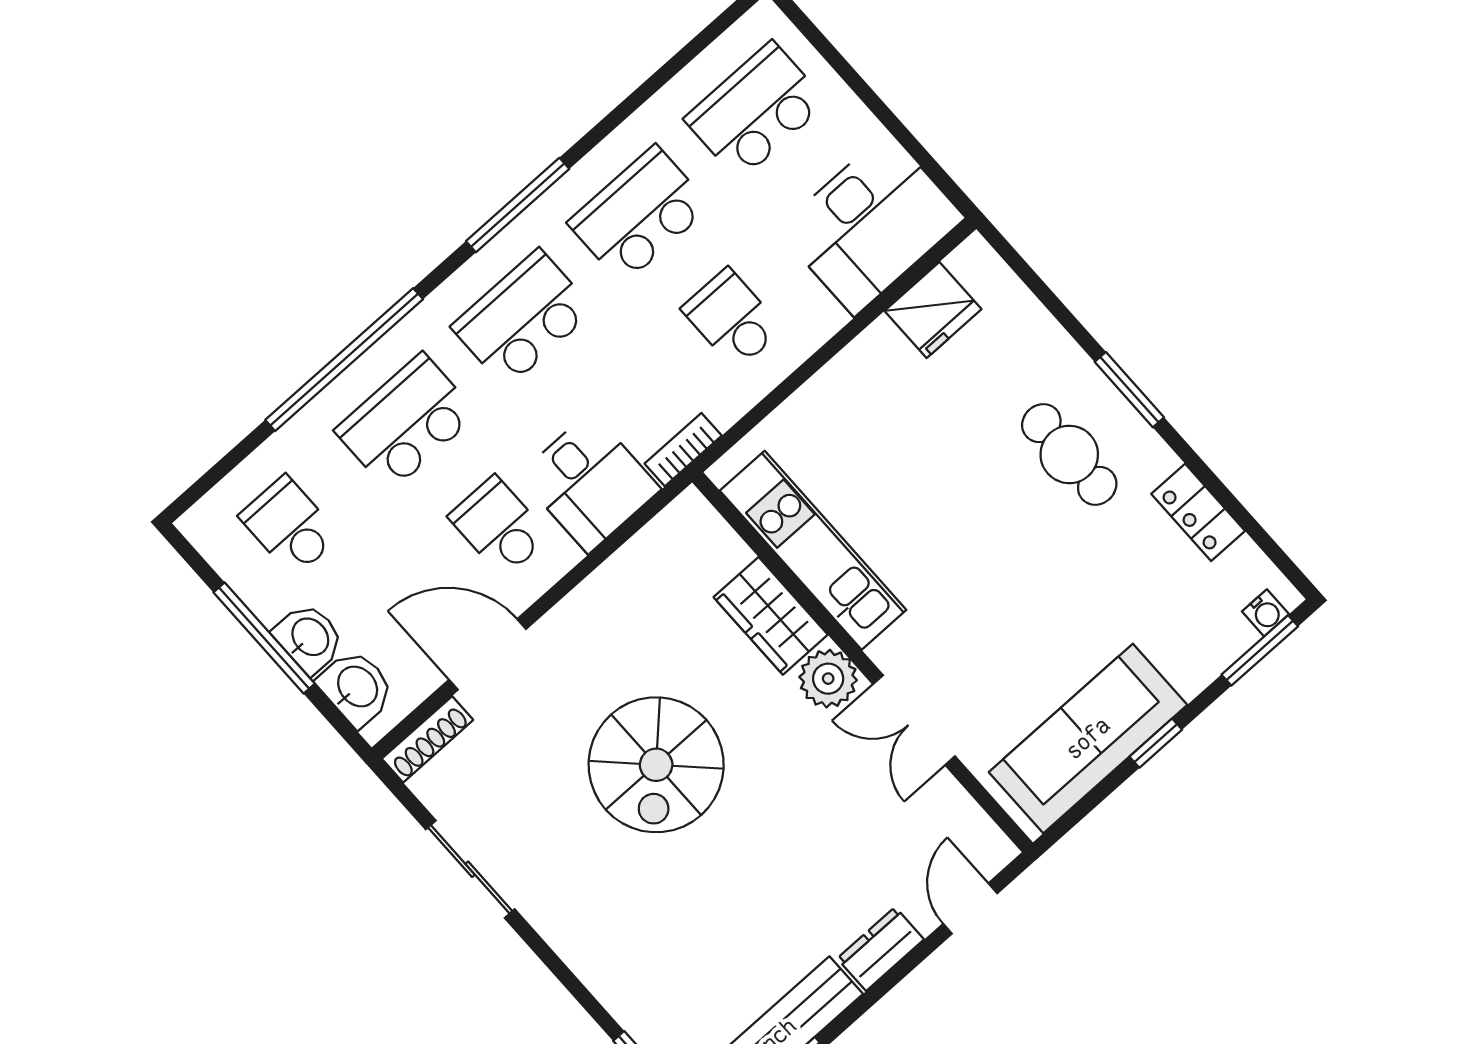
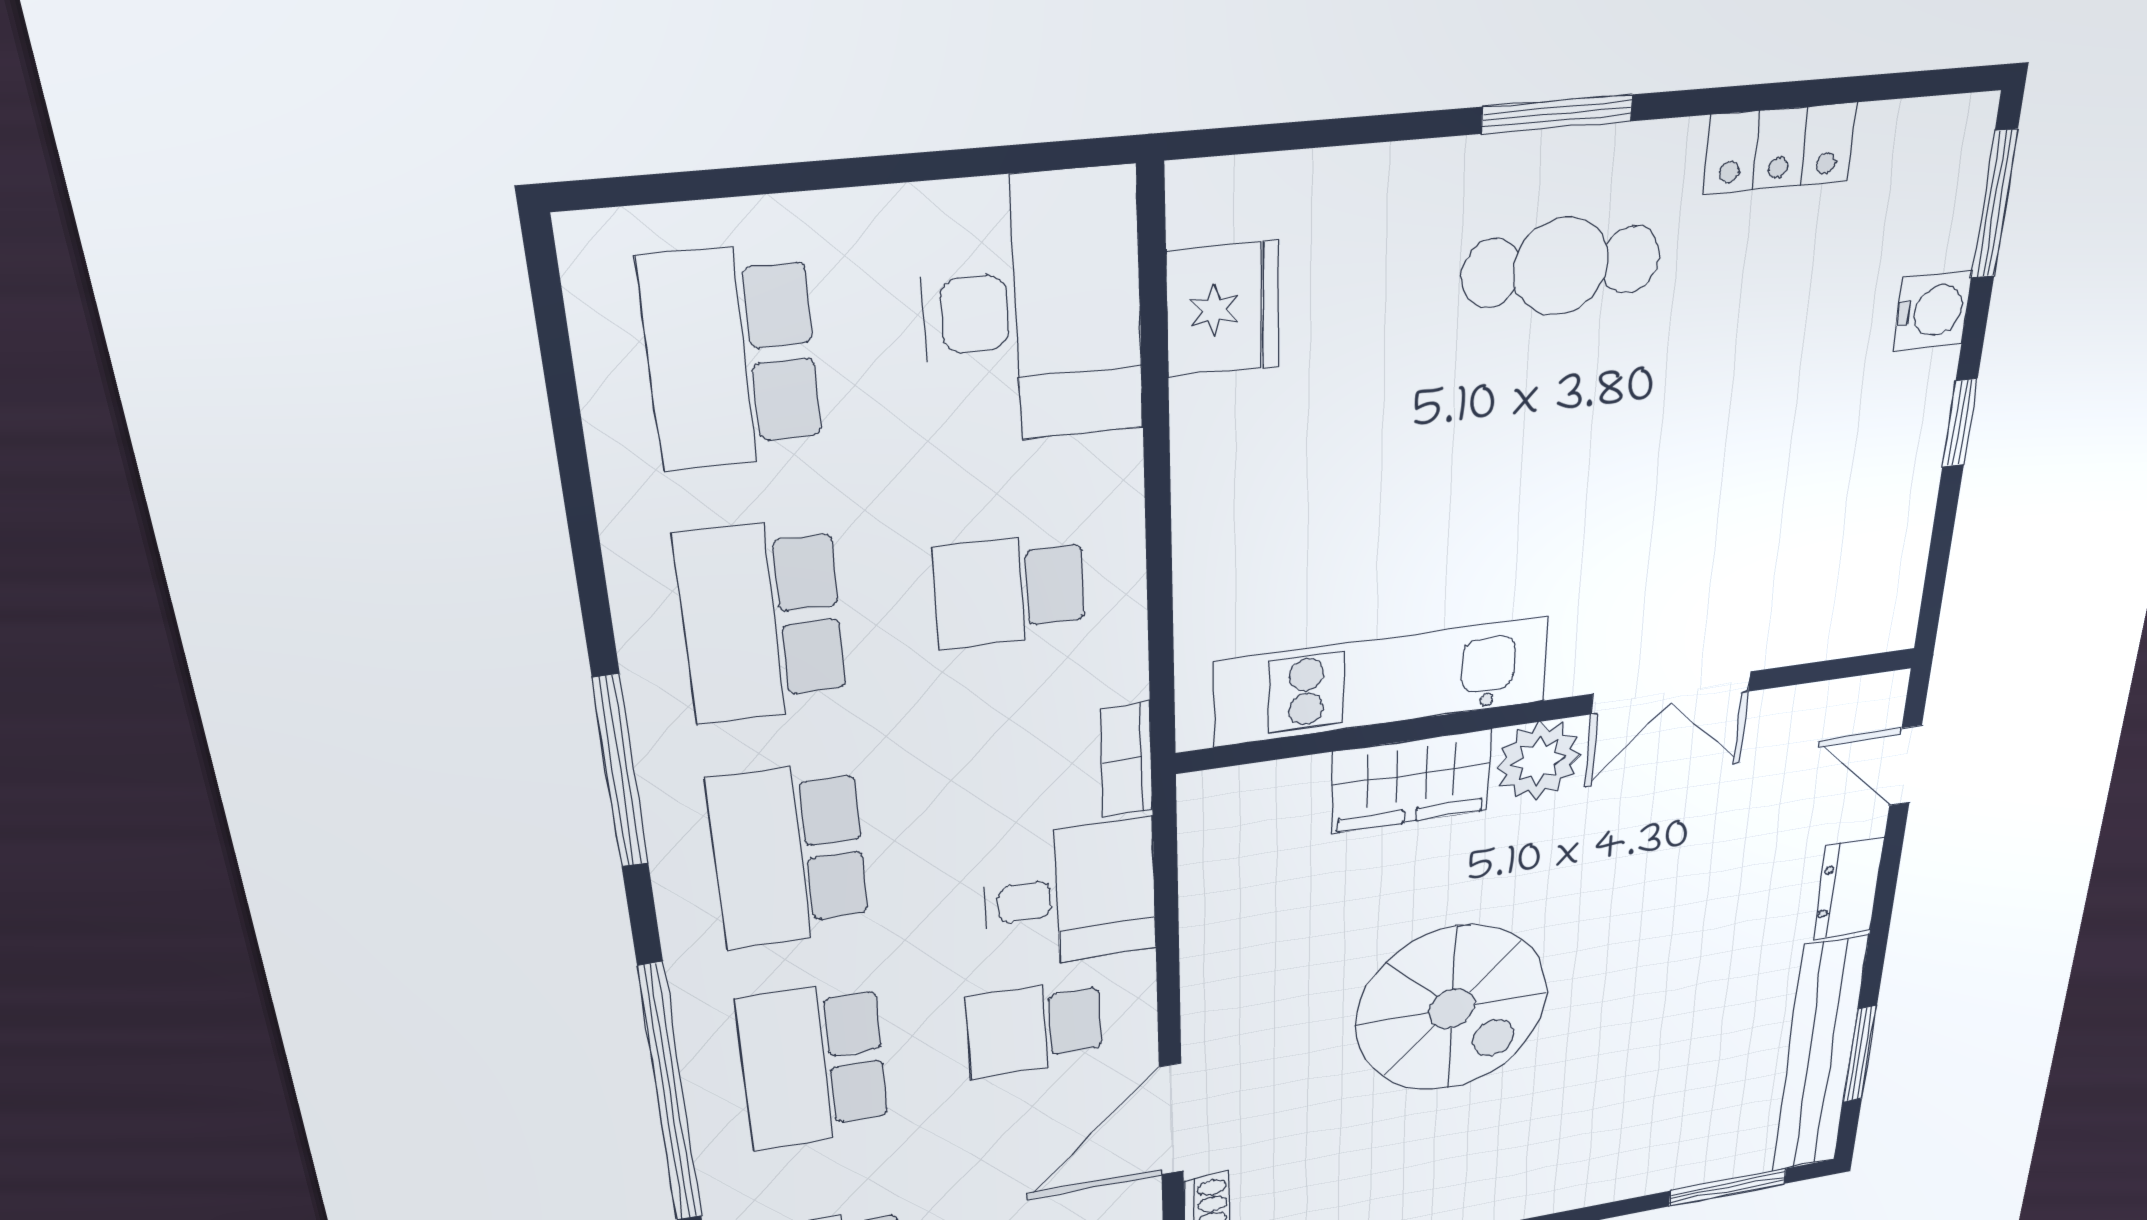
water cooler: (1266, 613) -> (1933, 311), moved, width x1.38, depth x1.38
sofa: (1088, 738) -> (1879, 501), removed

